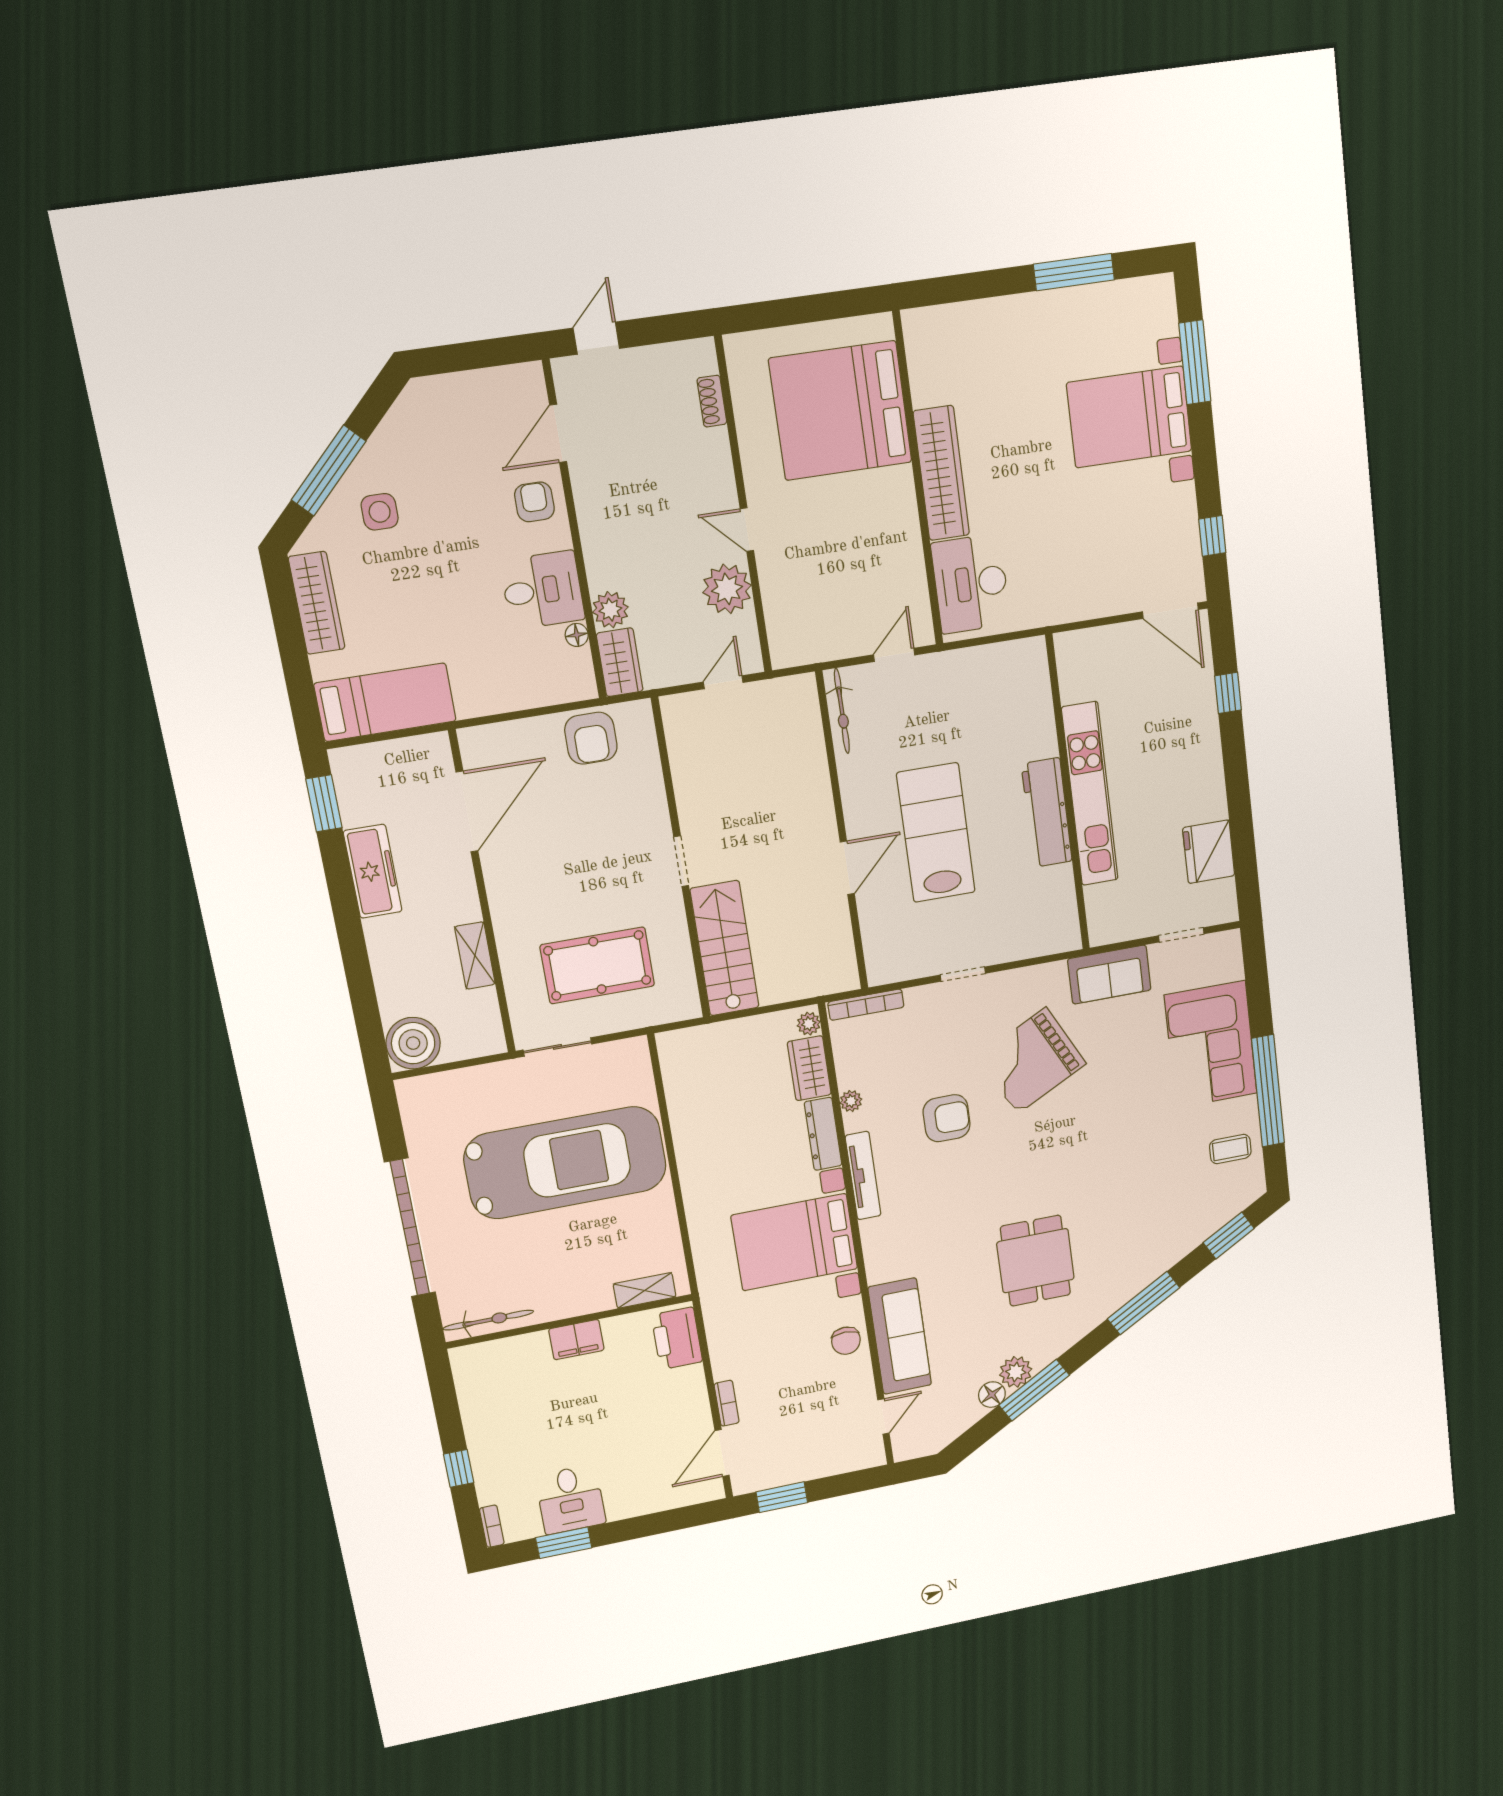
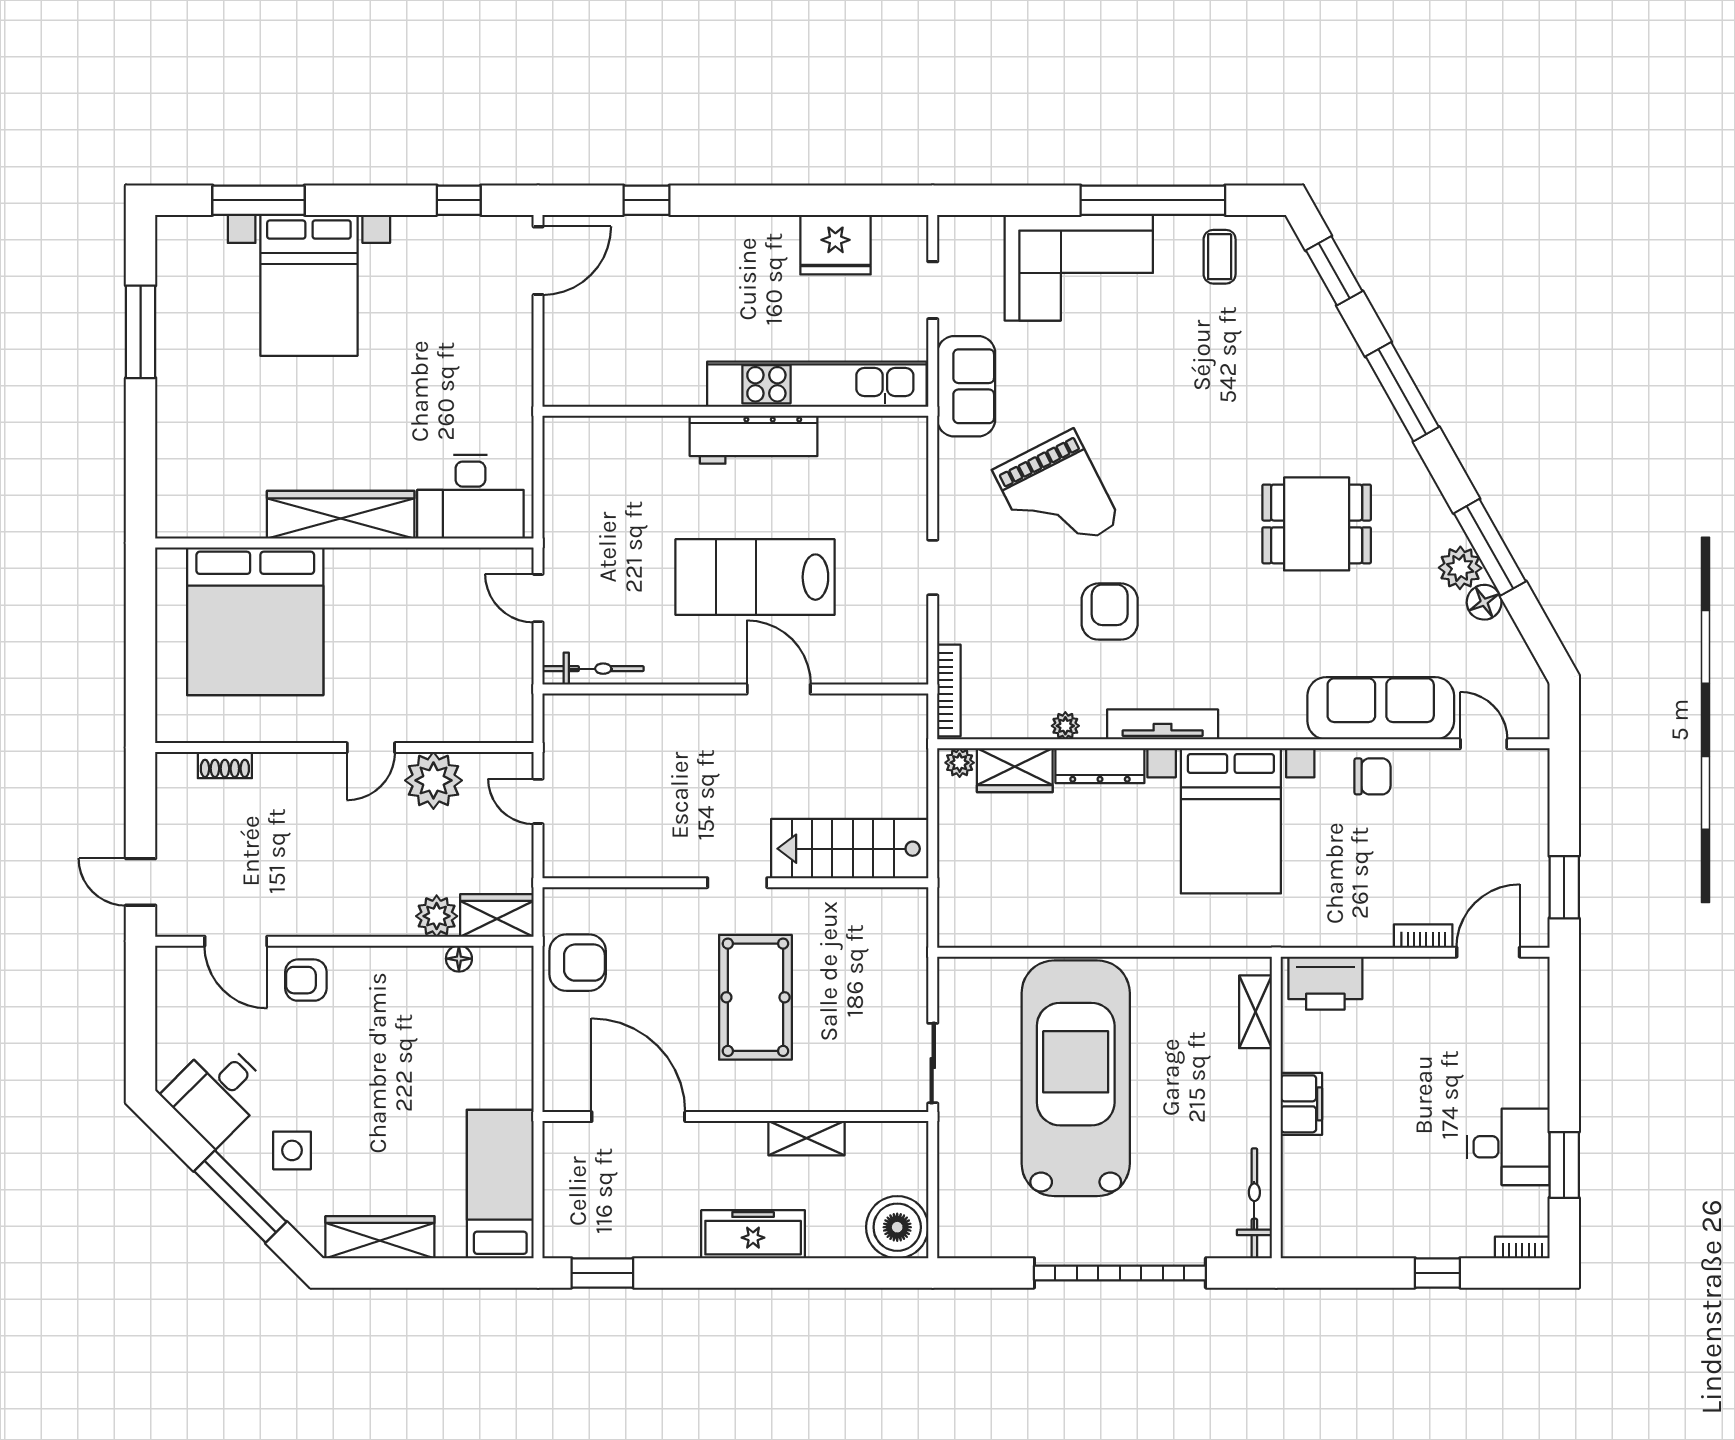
desk: (542, 590) -> (217, 1092), moved, turned -135
kitchen unit: (1090, 794) -> (817, 384), moved
freezer: (373, 871) -> (753, 1234), moved
pool table: (597, 965) -> (755, 997), moved
door: (722, 1453) -> (1488, 952), swing flipped

